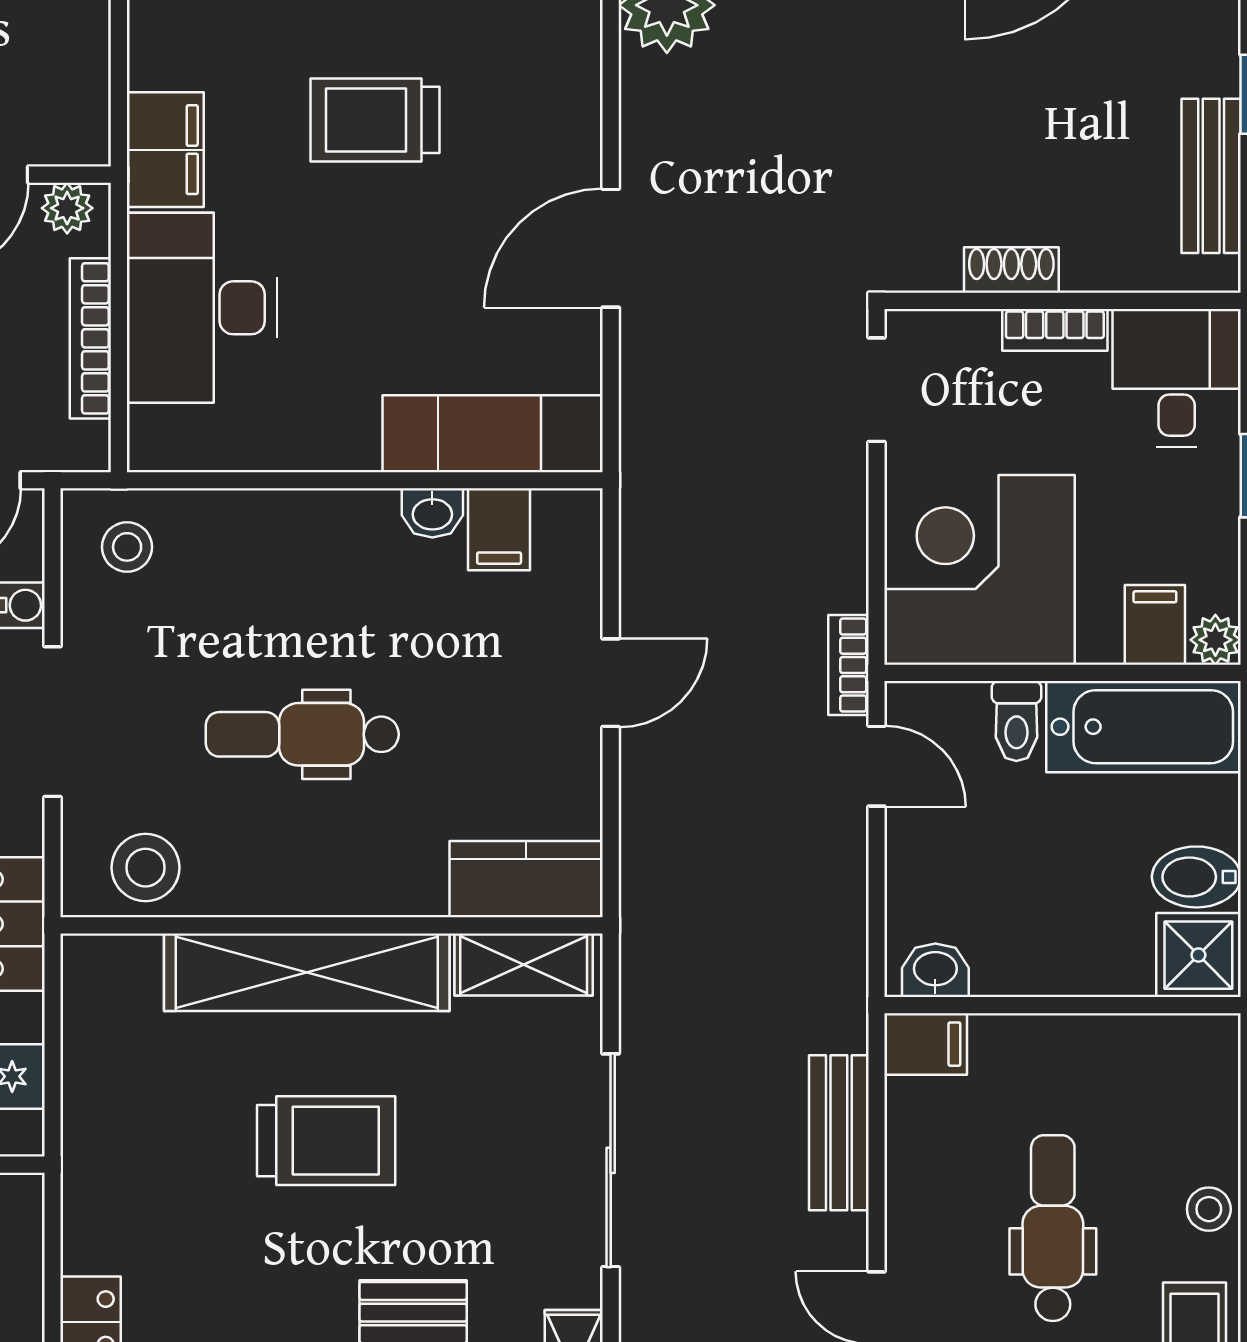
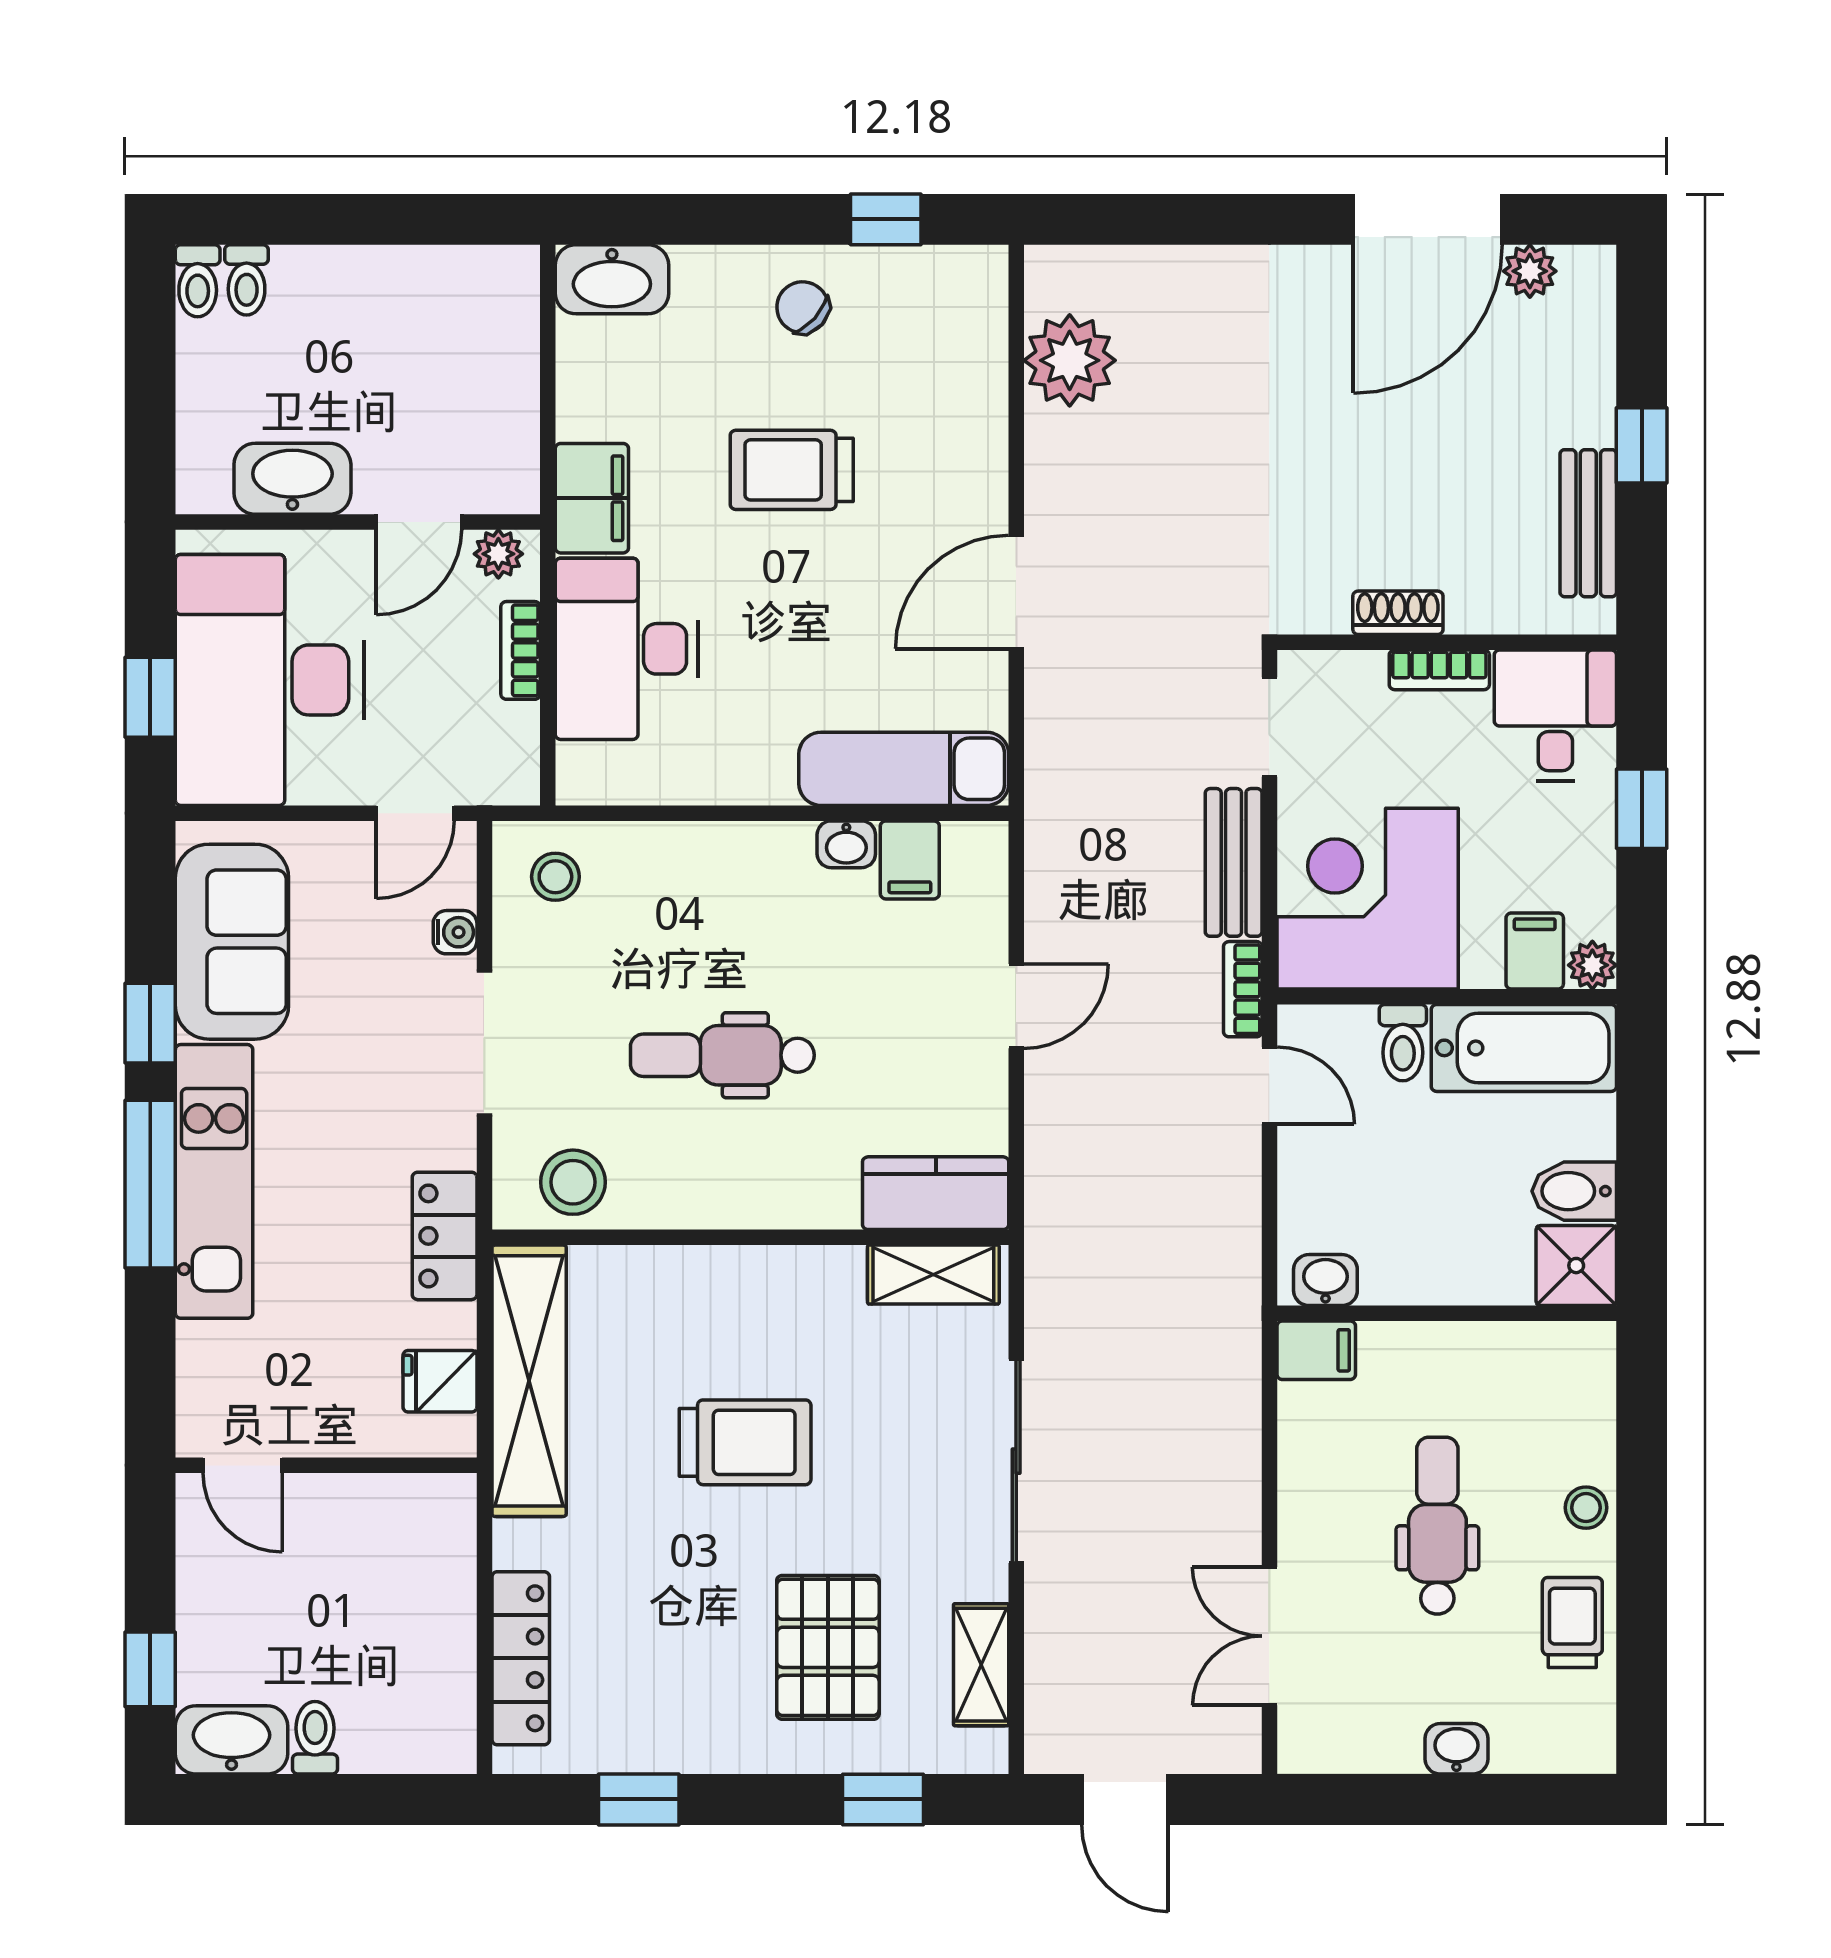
bookcase: (90, 338) -> (521, 650), width x0.64
shelving: (307, 972) -> (529, 1381), moved, turned 90
bench: (839, 1133) -> (1234, 862), moved

